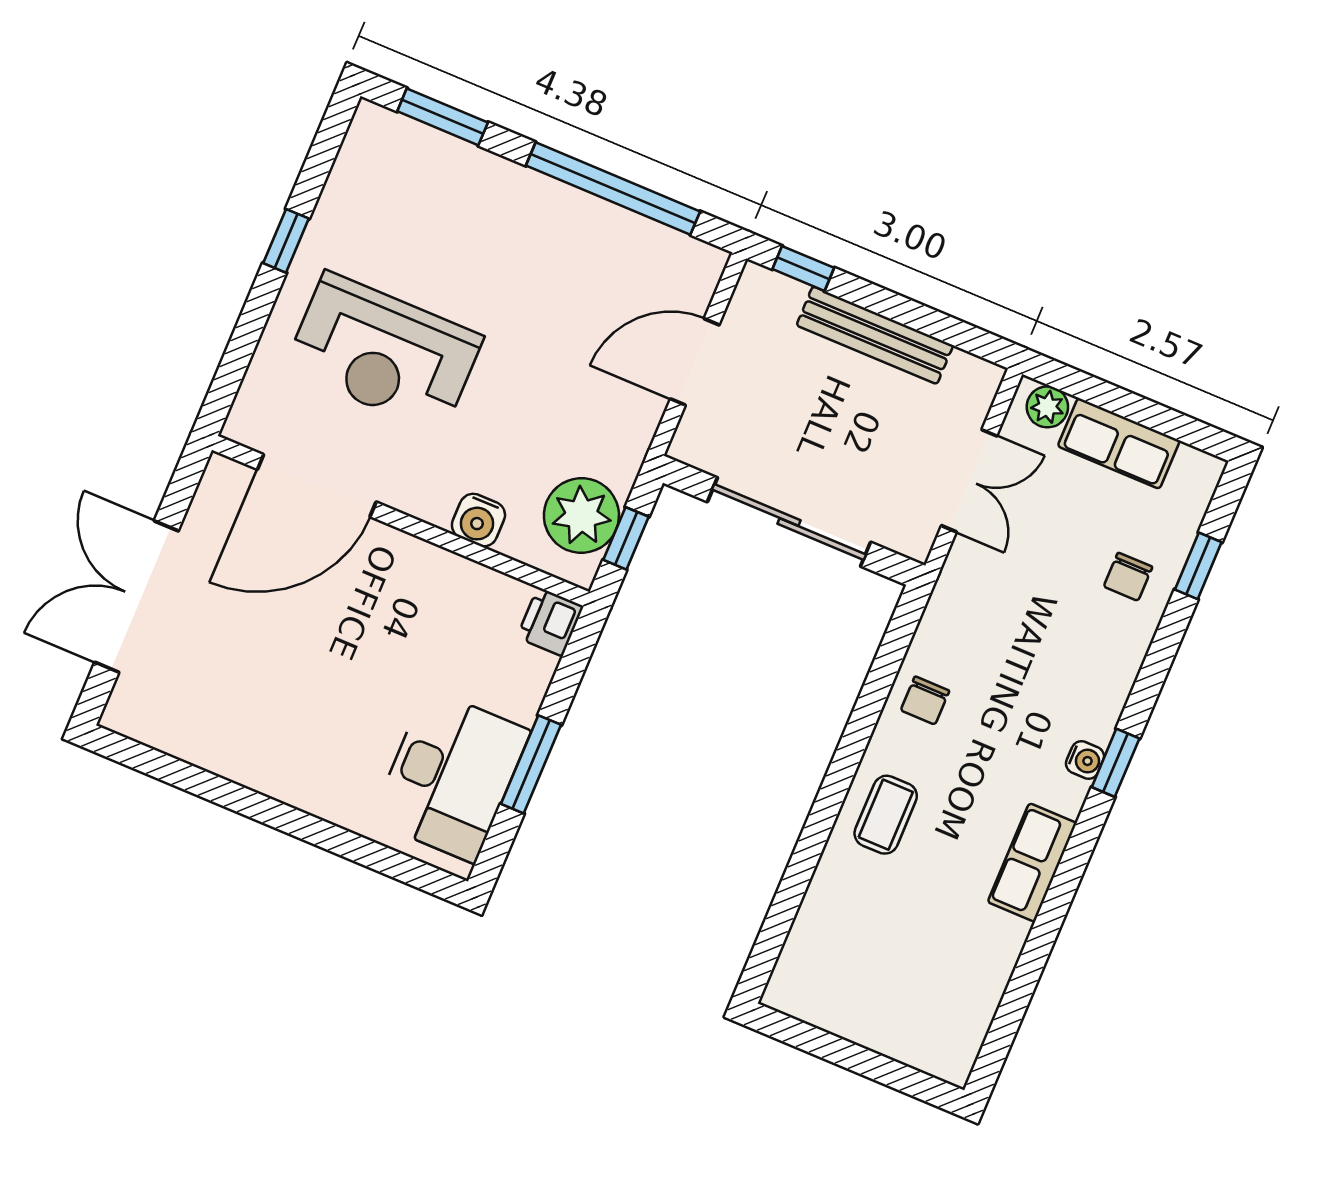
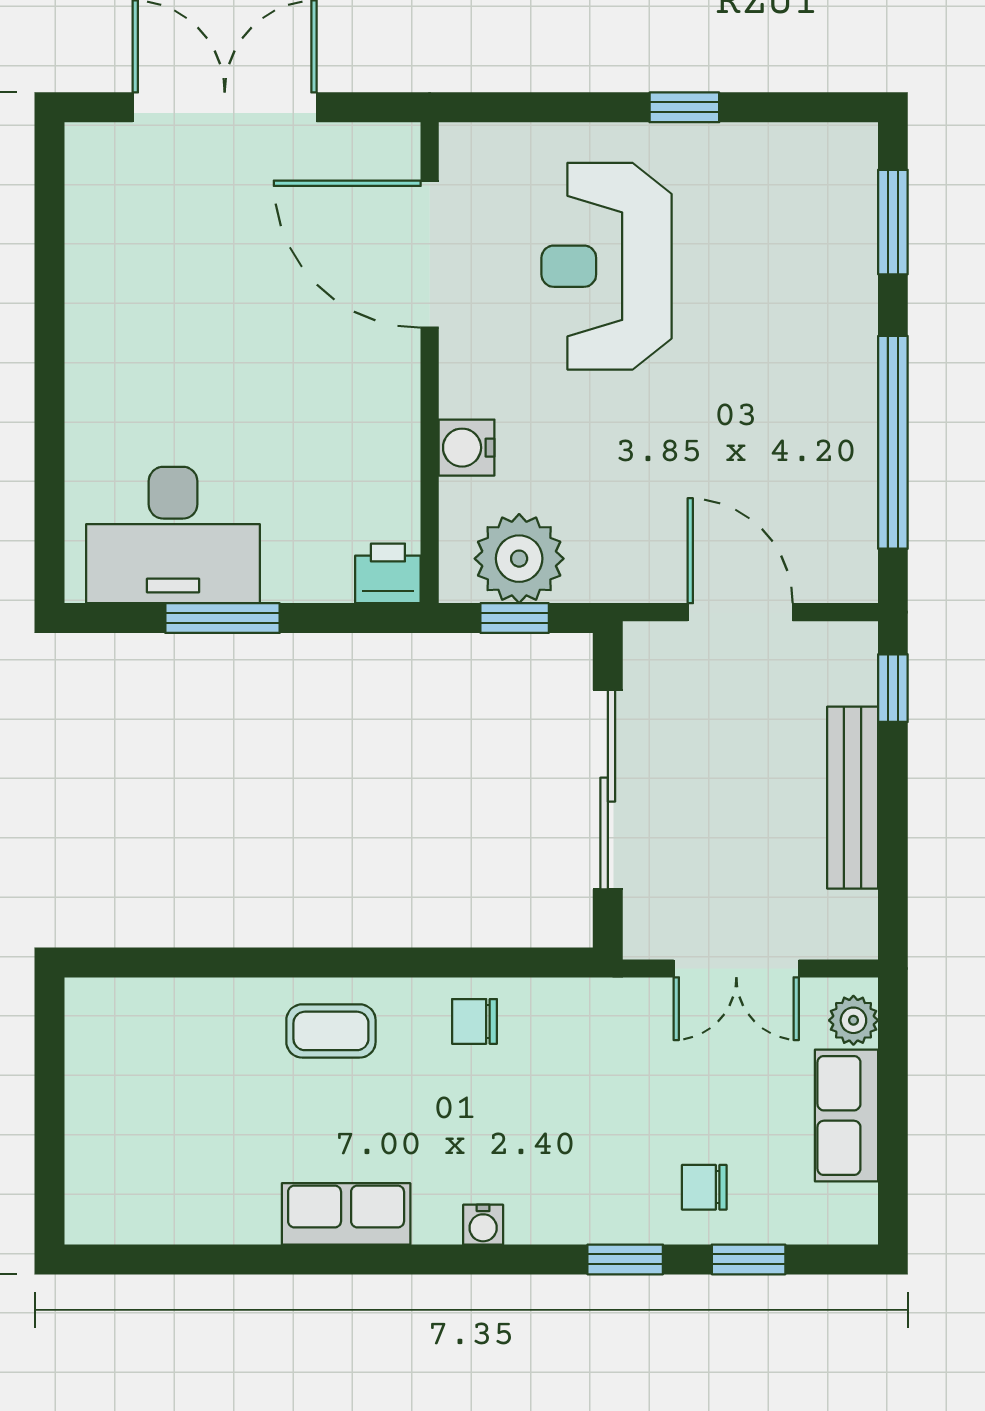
window: (1116, 763) -> (625, 1259), moved

